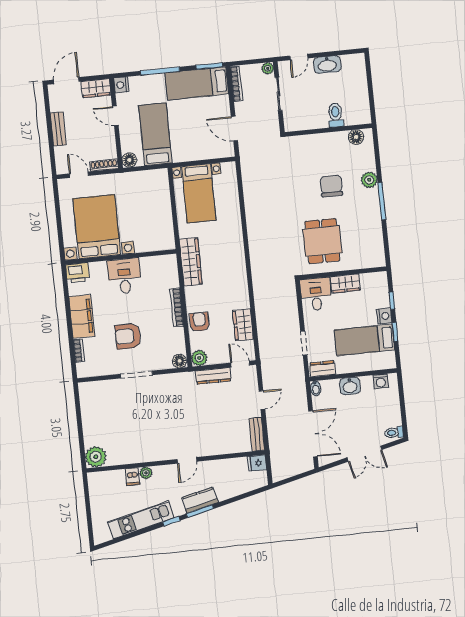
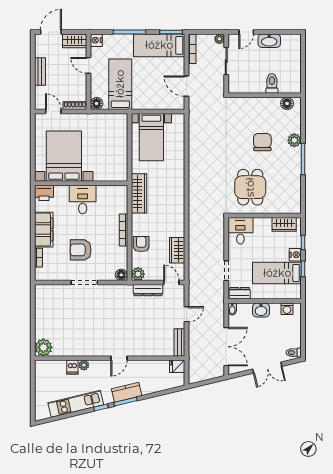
wardrobe: (345, 283) -> (284, 224), moved

